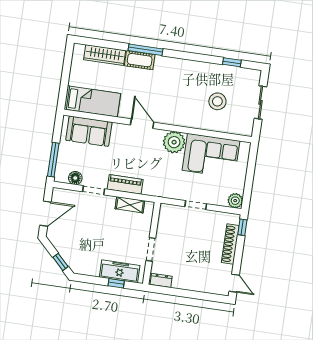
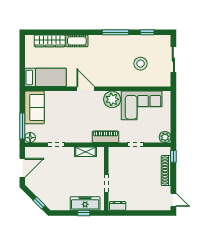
window: (146, 50) -> (115, 32), moved
sofa: (89, 131) -> (35, 107), moved, turned -90
floor lamp: (75, 178) -> (30, 138), moved
piano: (125, 184) -> (106, 137), moved

